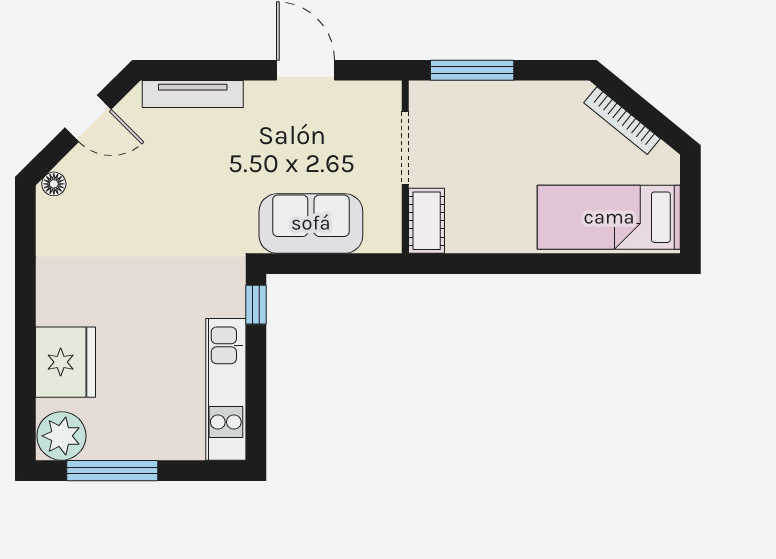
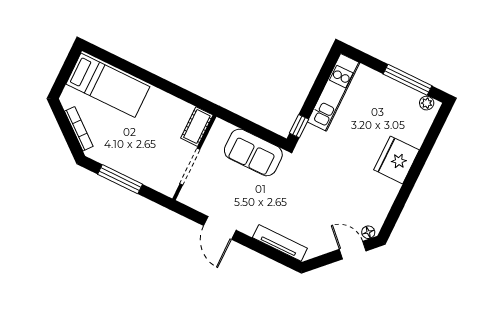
window: (472, 70) -> (120, 179), moved
door: (88, 118) -> (353, 250), moved
fridge: (65, 362) -> (397, 160), moved
plant: (61, 436) -> (427, 103), width x0.53, depth x0.53

